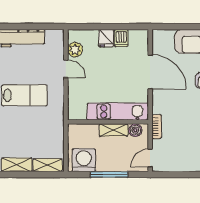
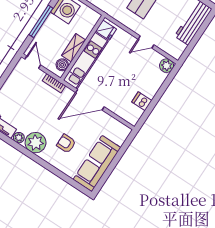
fridge: (106, 38) -> (106, 30), moved, turned 180
plant: (75, 50) -> (167, 66), moved
door: (150, 72) -> (90, 100), moved

